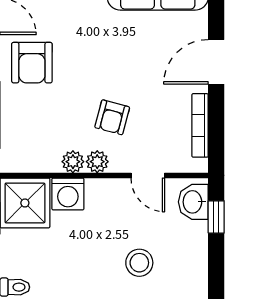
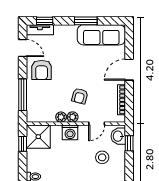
door: (148, 175) -> (97, 124), hinge flipped
washing machine: (68, 194) -> (70, 132), moved
stool: (139, 263) -> (102, 157), moved

